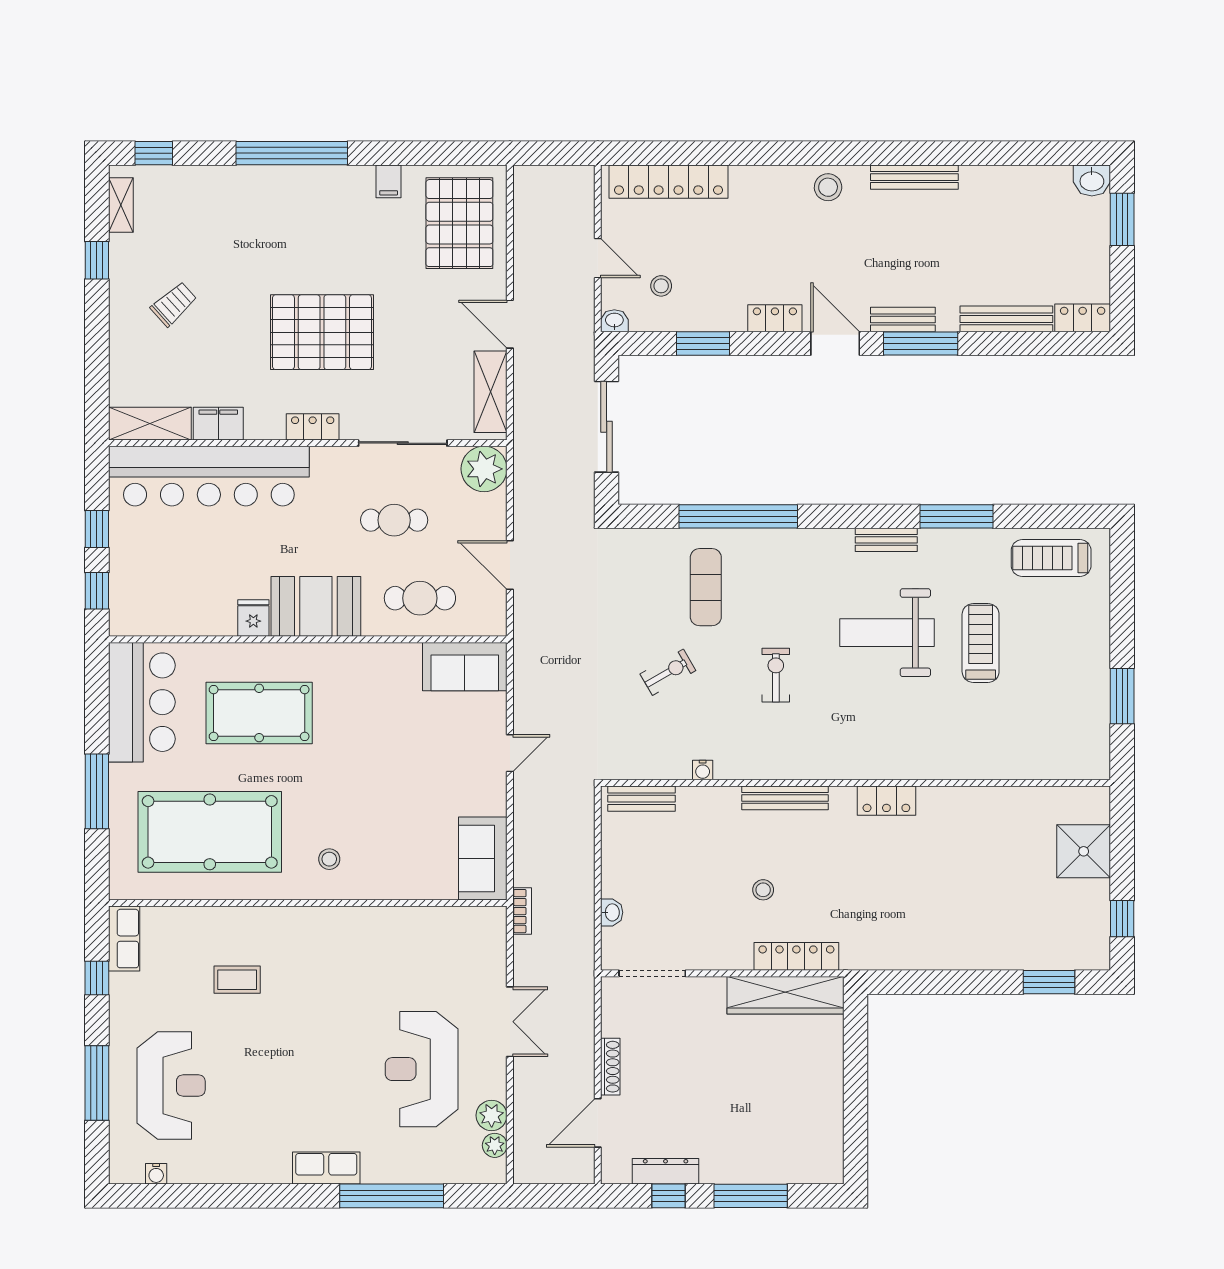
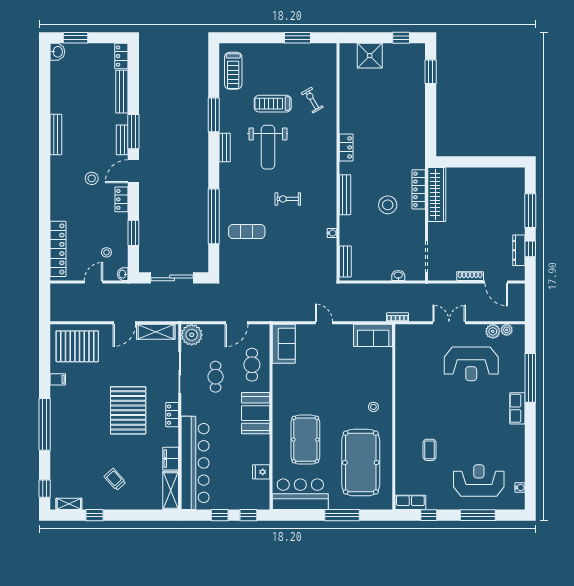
stool: (828, 187) -> (92, 178), moved
fridge: (253, 618) -> (261, 472), moved
exercise bike: (668, 672) -> (312, 100), moved
stool: (763, 890) -> (388, 205), width x1.89, depth x1.89

